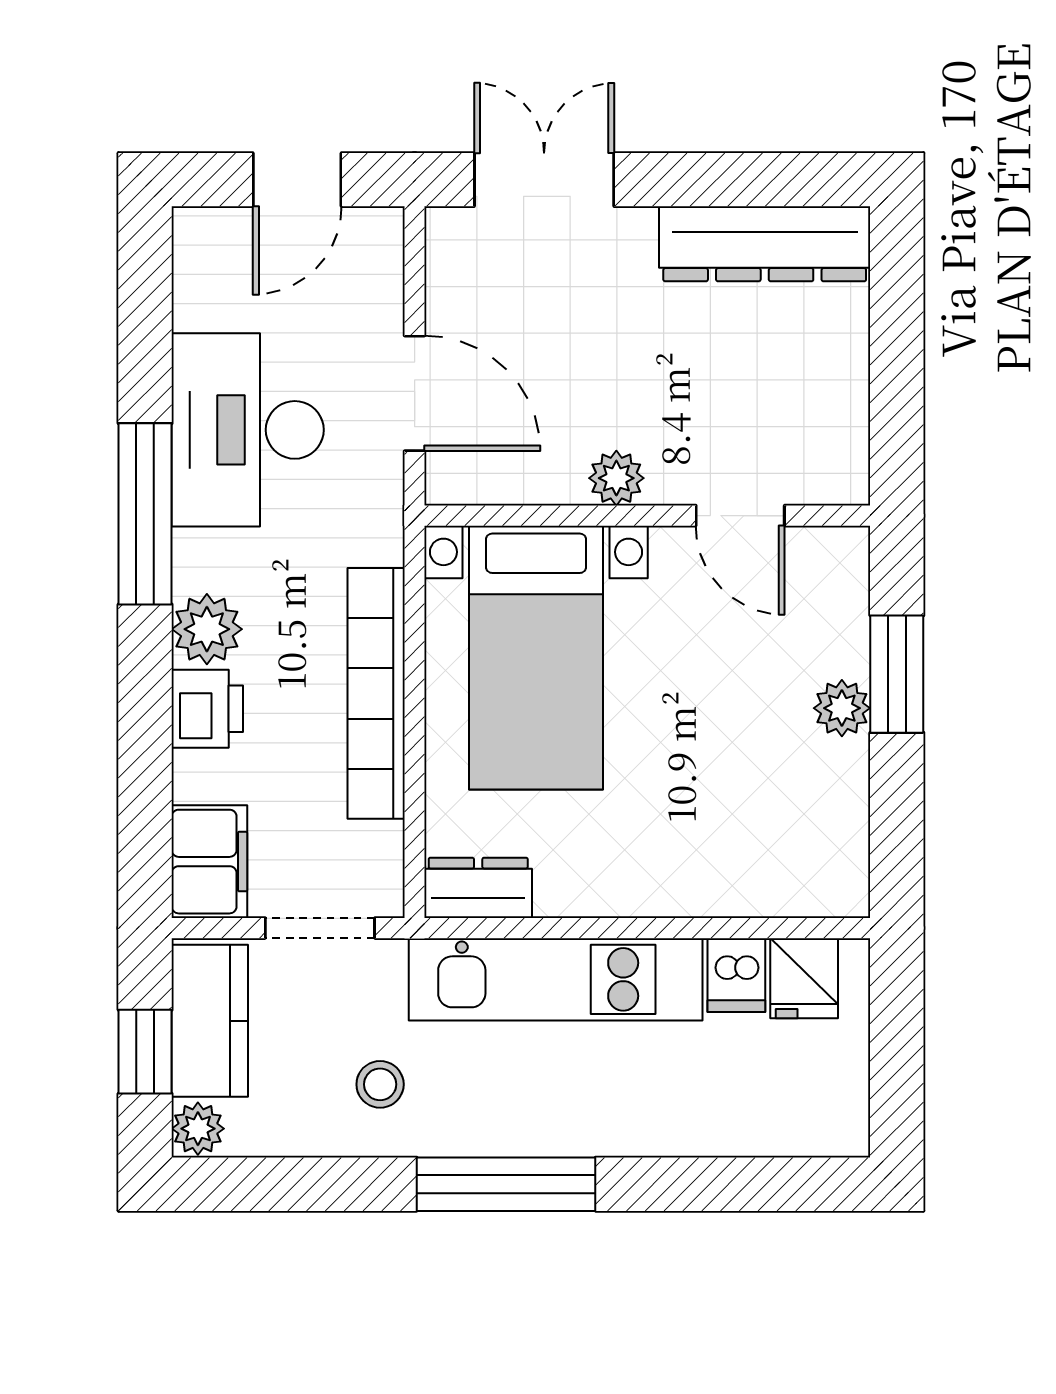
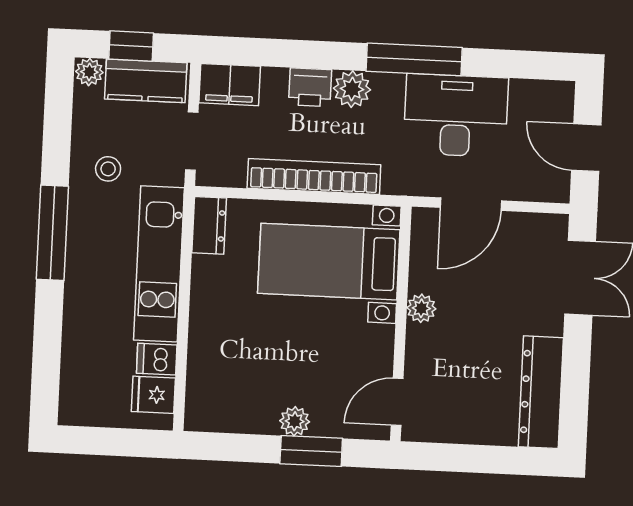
door: (740, 516) -> (397, 402), moved

